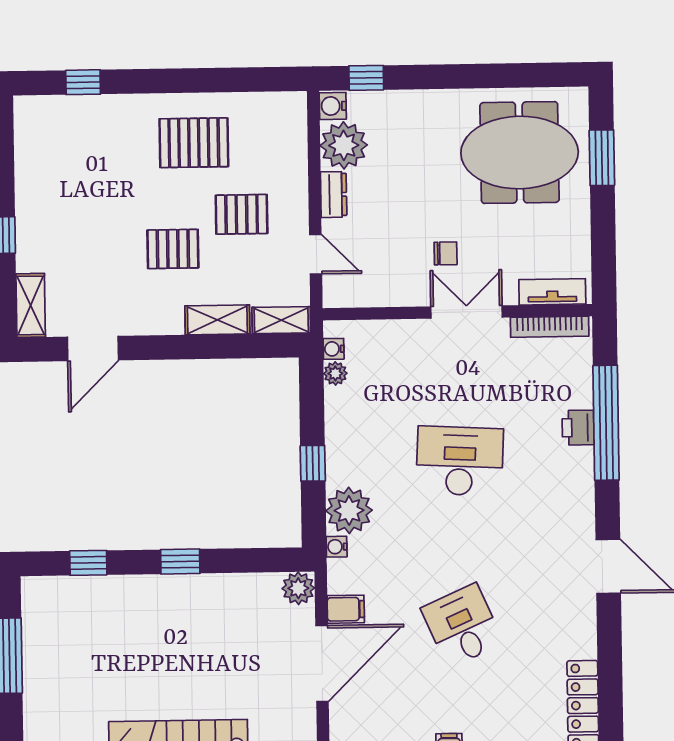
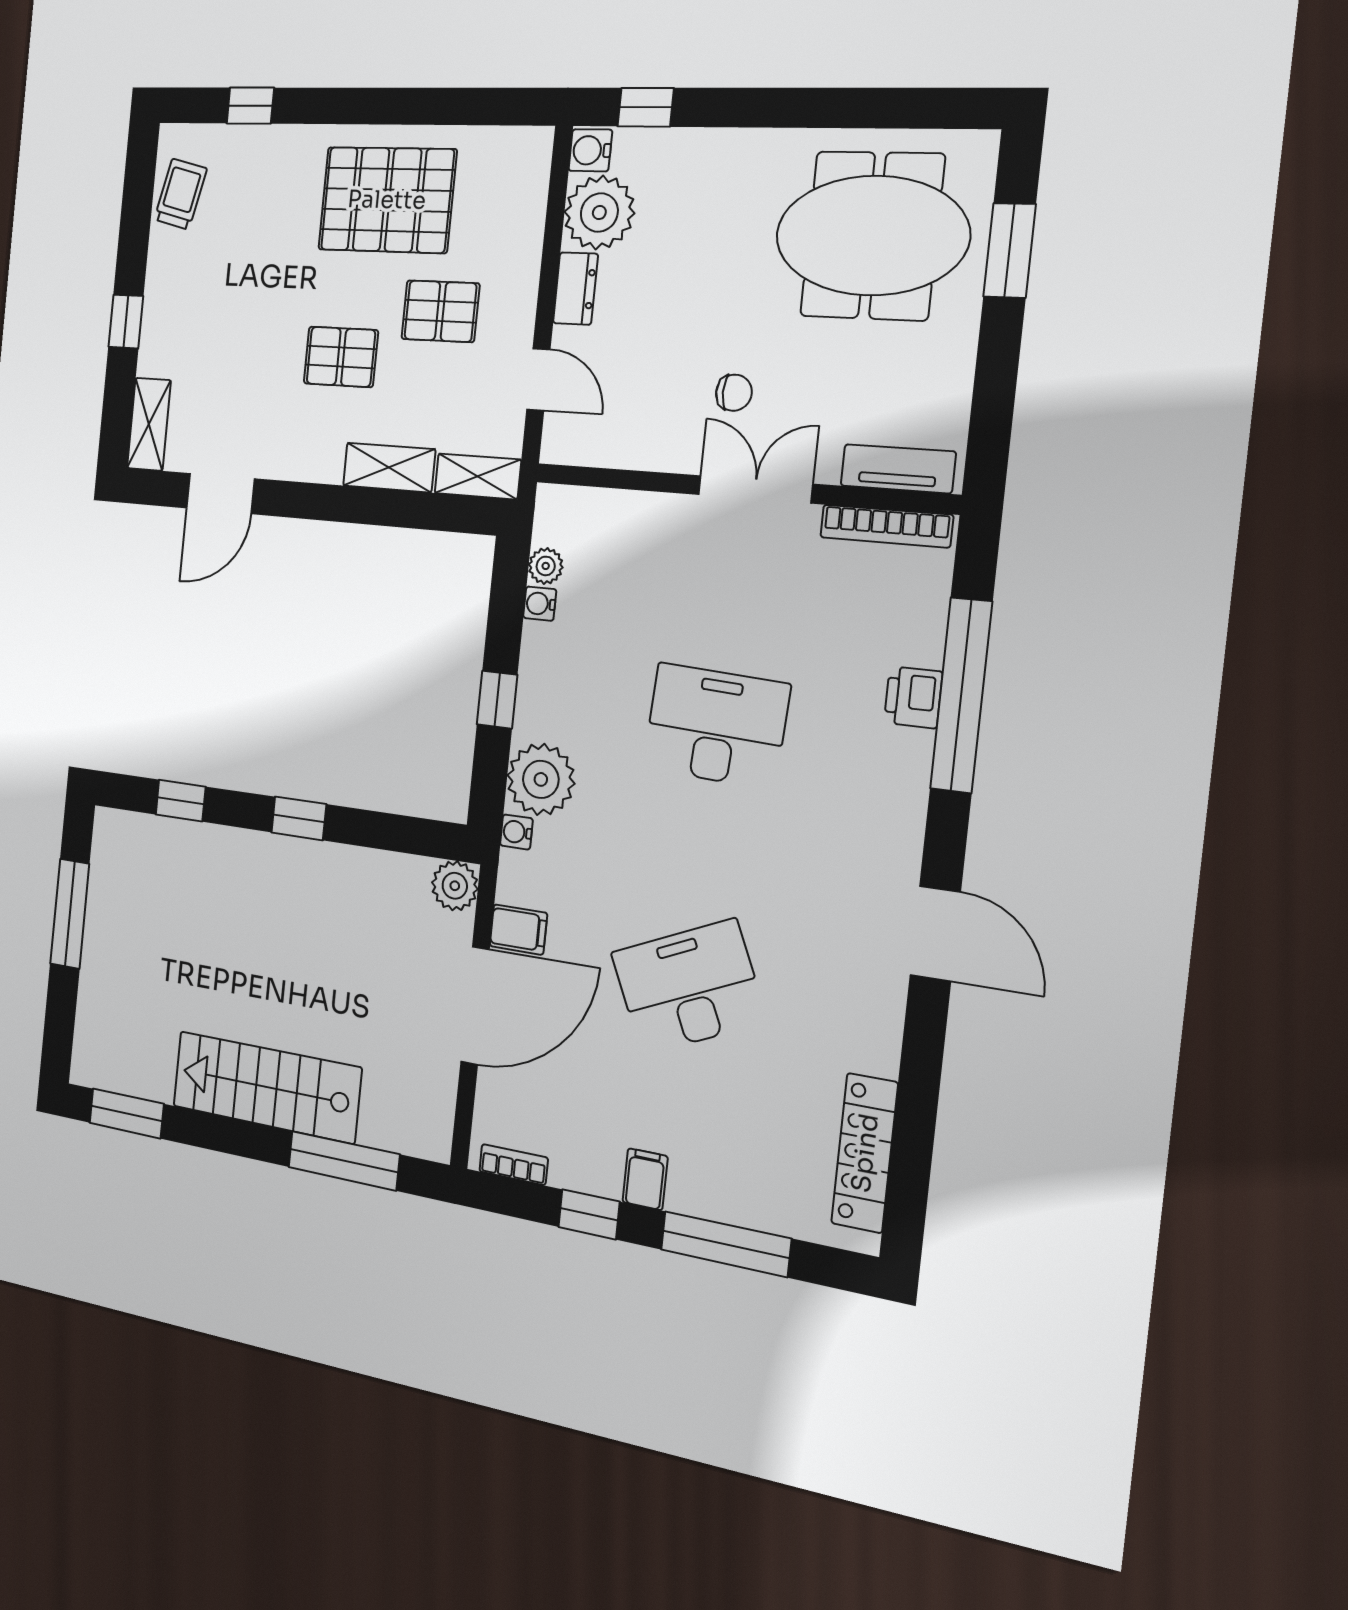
pallet: (194, 143) -> (387, 200), width x1.37, depth x1.41
trolley: (36, 144) -> (181, 194), added
water cooler: (334, 349) -> (540, 604), moved
desk: (462, 626) -> (689, 987), width x1.37

